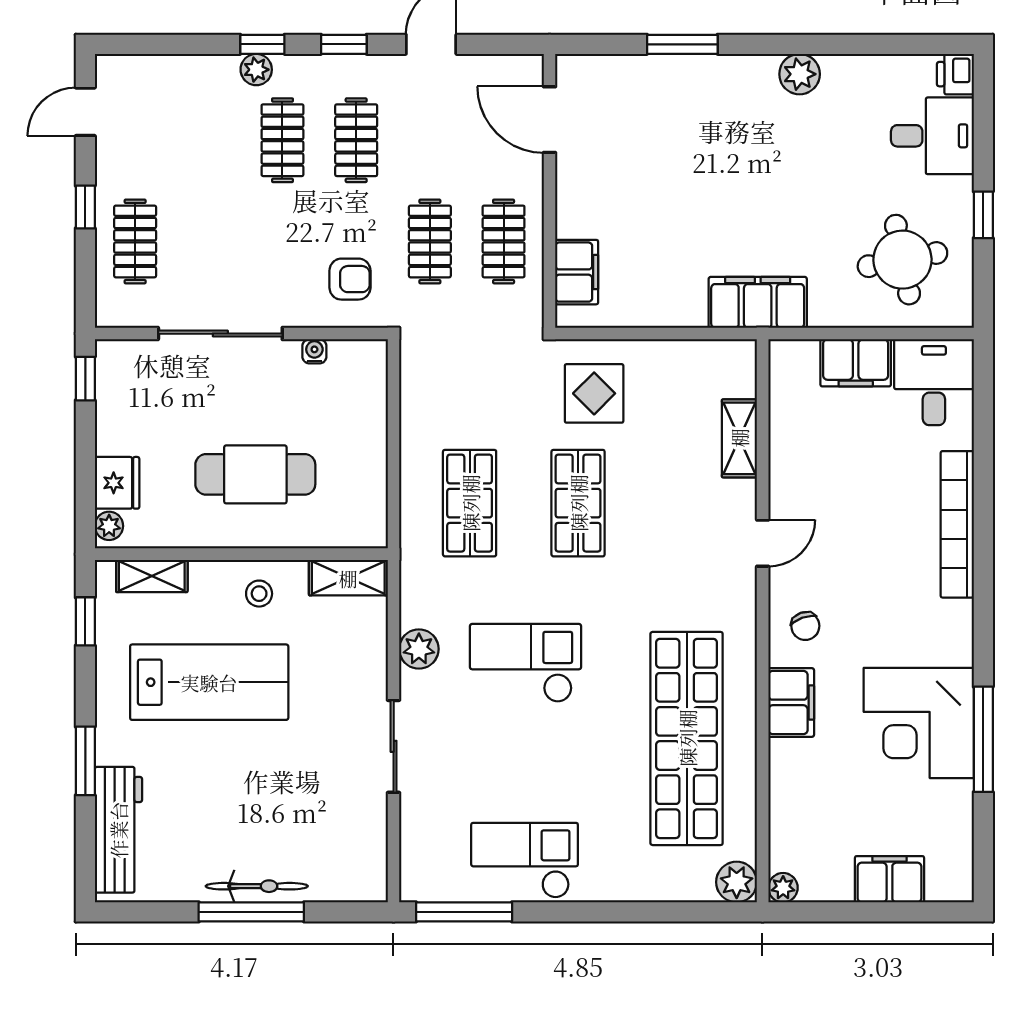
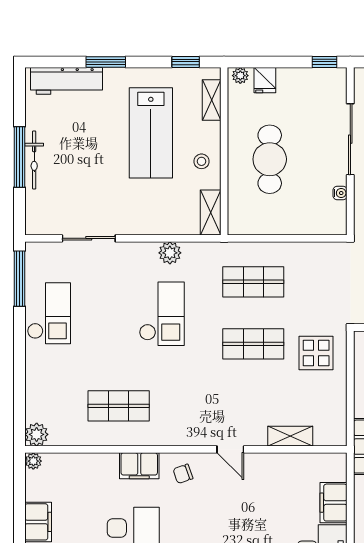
fridge: (117, 483) -> (265, 80), width x0.72
shop shelf: (687, 738) -> (119, 406), width x0.50, depth x0.74
sliding door: (394, 746) -> (89, 238), moved

